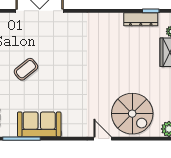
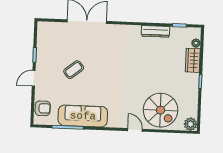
dresser: (141, 19) -> (156, 31), moved
sofa: (39, 124) -> (83, 116), width x1.36

